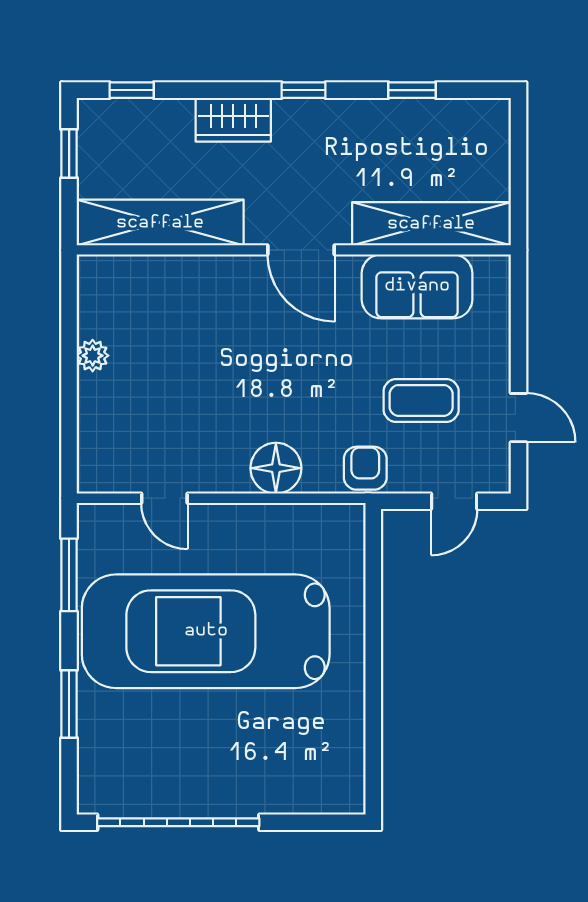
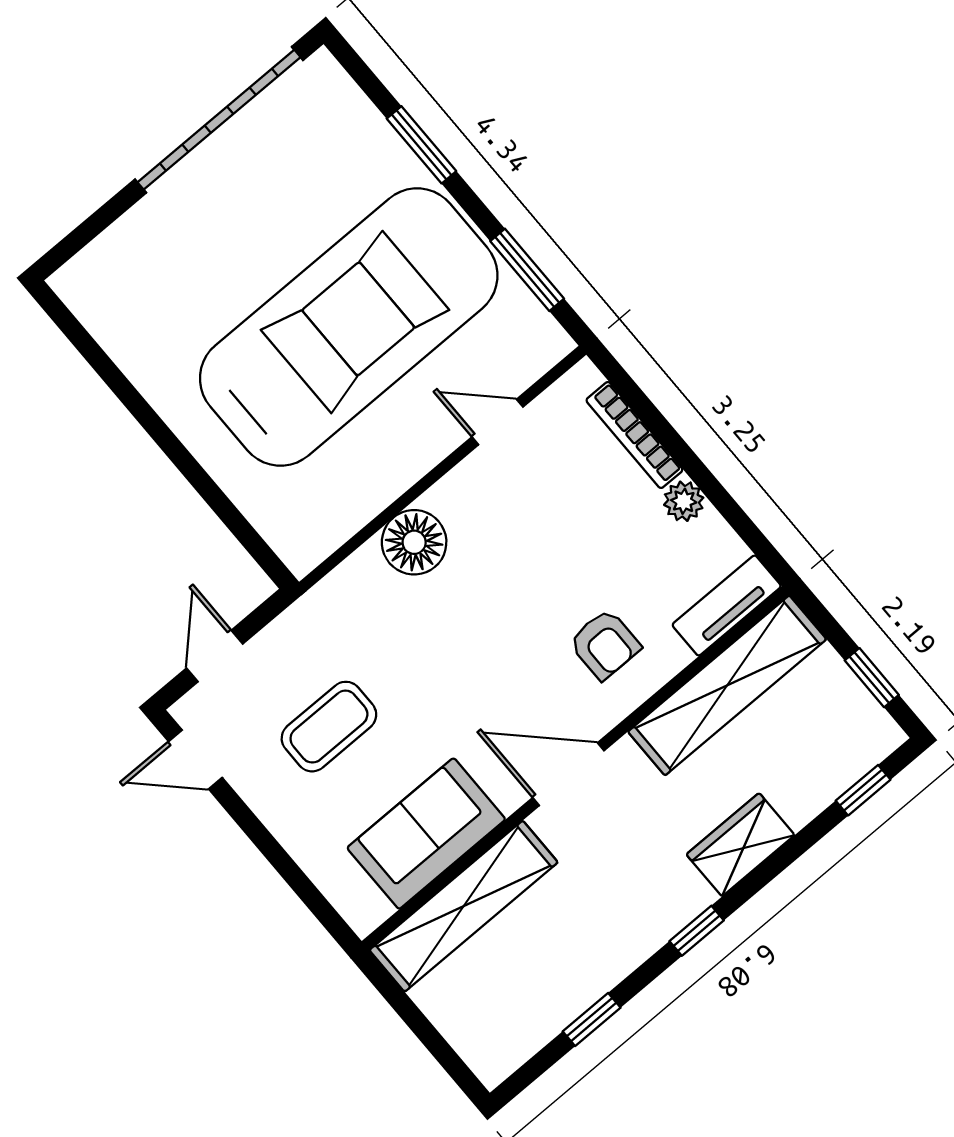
tv unit: (120, 271) -> (727, 605), added
door: (518, 418) -> (195, 759), moved
bookcase: (88, 421) -> (634, 435), added
armchair: (365, 468) -> (605, 644), moved

